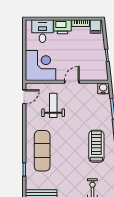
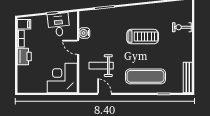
desk: (42, 31) -> (59, 25), moved, turned 84
water cooler: (103, 88) -> (84, 33), moved
door: (24, 97) -> (104, 94), moved
treadmill: (96, 146) -> (143, 37), moved, turned 180

